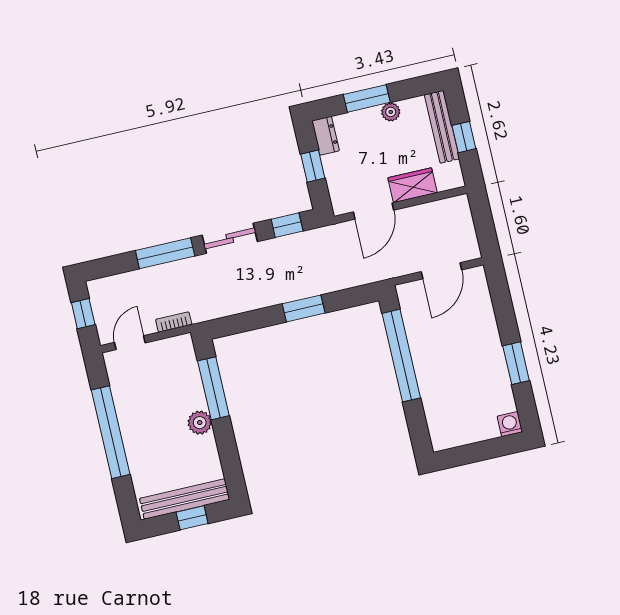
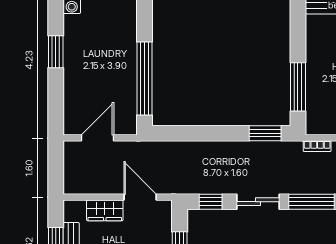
door: (374, 211) -> (140, 197), hinge flipped
window: (304, 308) -> (265, 133), moved
plant: (200, 423) -> (315, 62), removed

